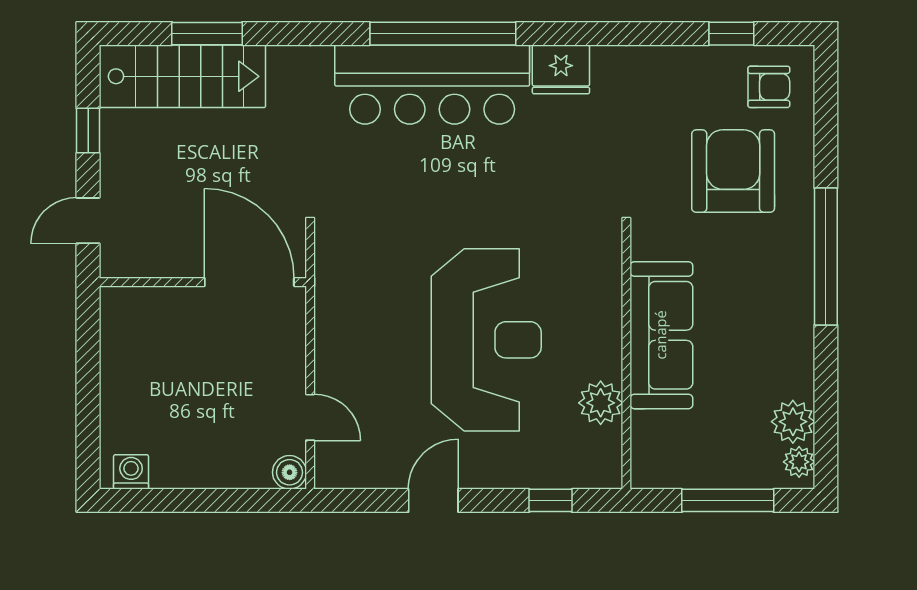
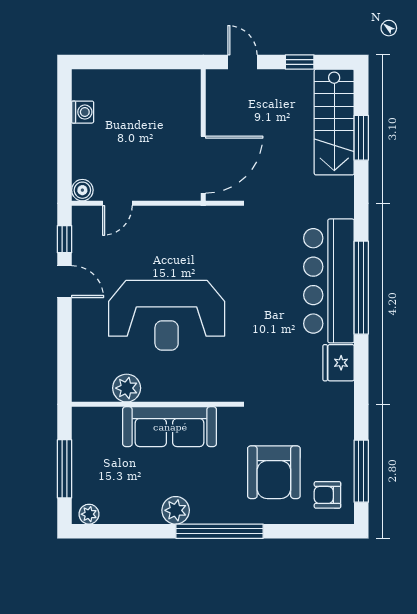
window: (731, 34) -> (361, 471), width x2.17
armchair: (769, 87) -> (327, 495), turned 90
armchair: (733, 171) -> (274, 472), turned 90
plant: (793, 422) -> (176, 510), moved
washing machine: (131, 472) -> (83, 112), moved
window: (551, 500) -> (64, 239), moved

